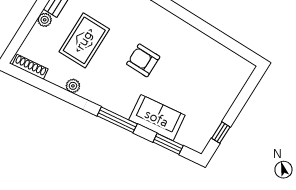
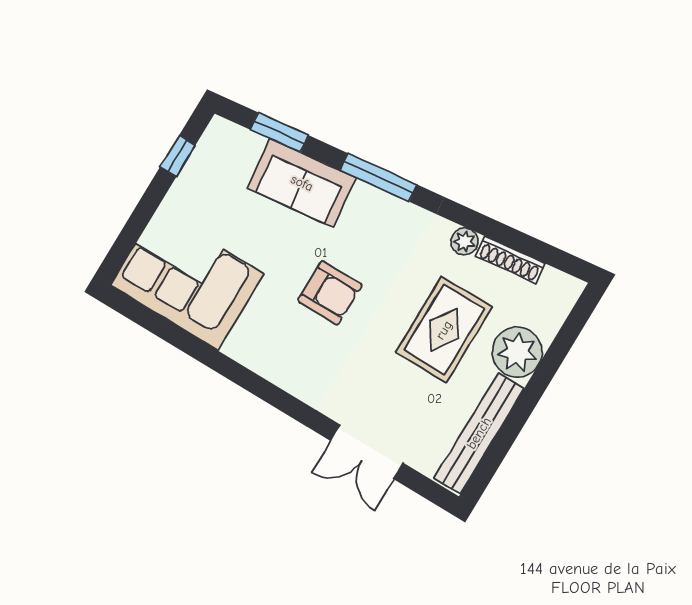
plant: (45, 20) -> (517, 352), width x1.88, depth x1.88
shoe rack: (30, 67) -> (510, 260), moved
corner sofa: (217, 68) -> (187, 280), added

